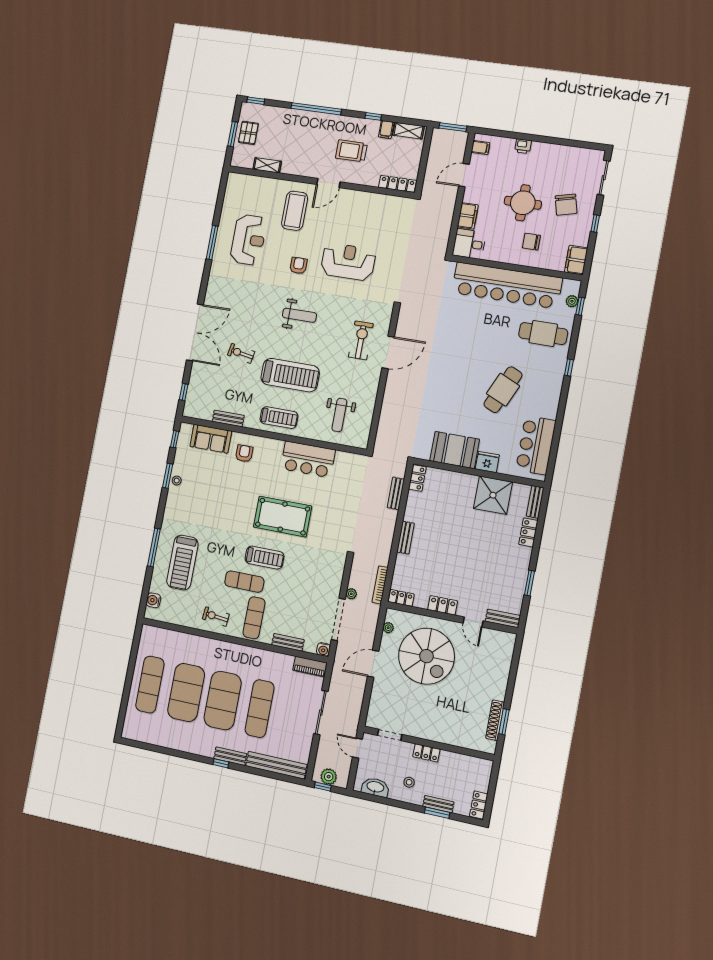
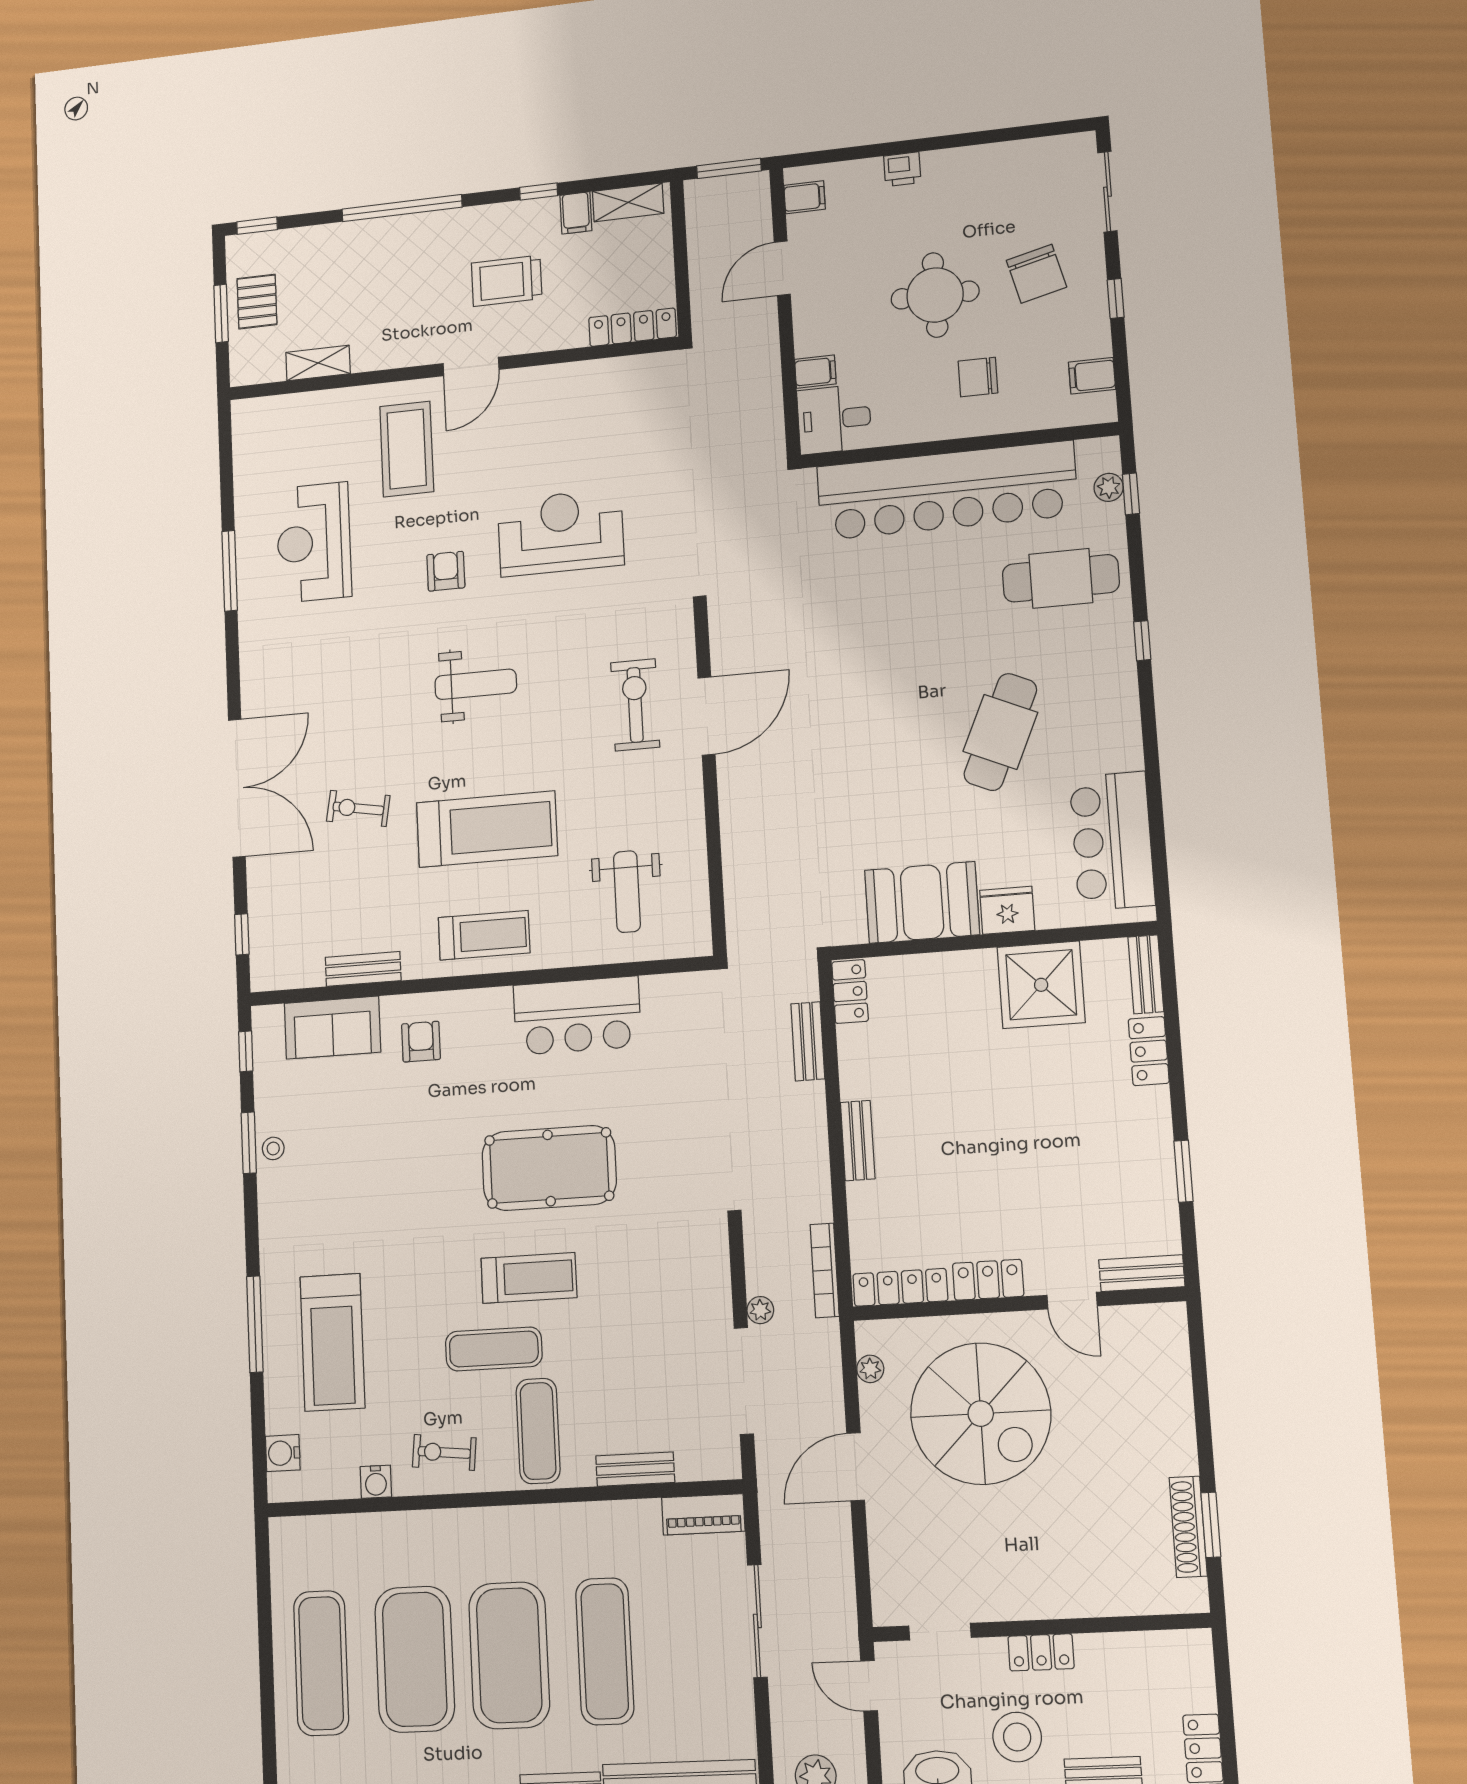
filing cabinet: (468, 216) -> (815, 372), width x0.50
reception desk: (248, 240) -> (314, 542), turned 180
filing cabinet: (576, 260) -> (1092, 376), width x0.50
locker: (401, 598) -> (900, 1287), width x1.53
water cooler: (323, 649) -> (376, 1482), moved
stool: (409, 782) -> (1017, 1737), width x1.89, depth x1.89

